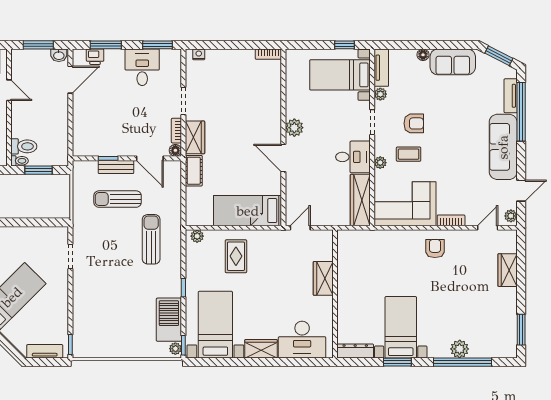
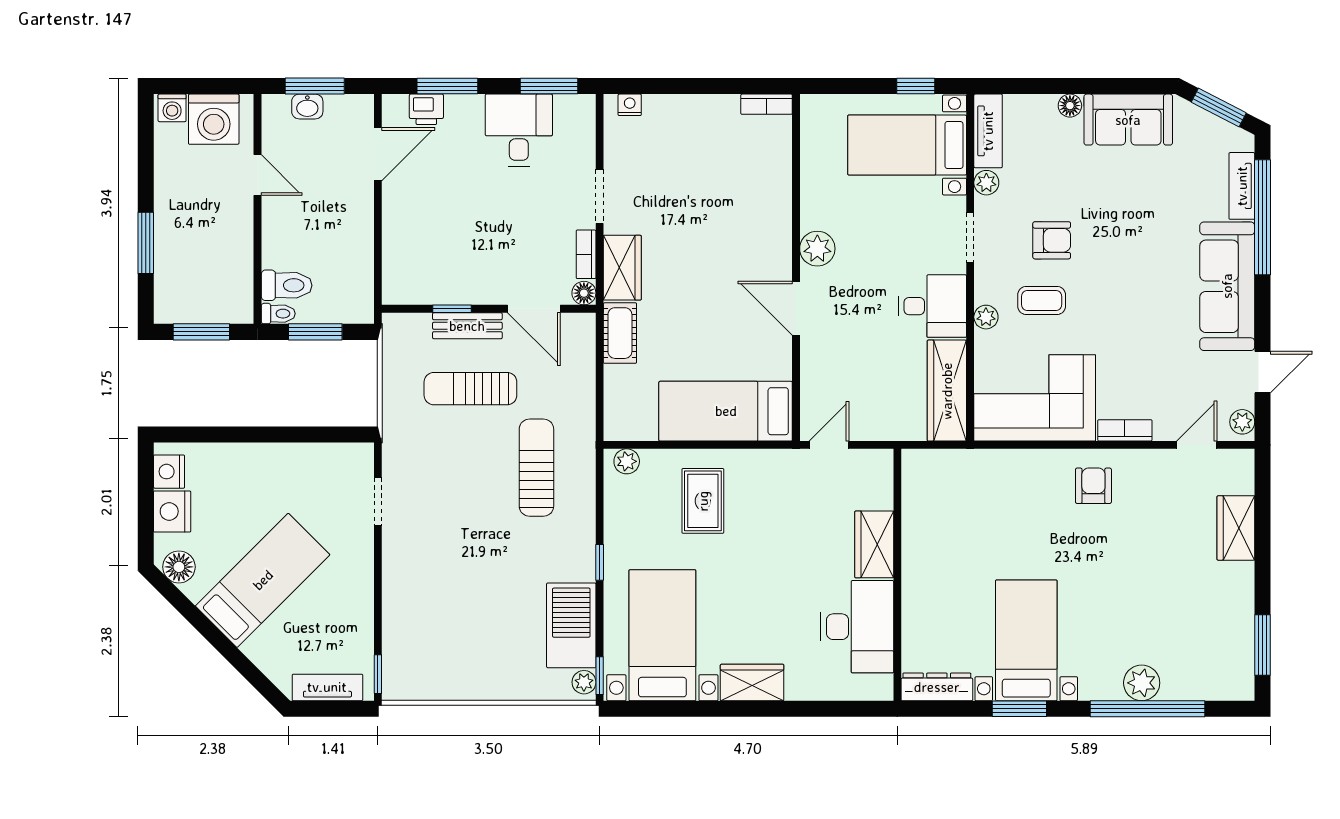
washbasin: (59, 55) -> (307, 107), moved
desk: (302, 340) -> (857, 627), moved, turned -90

